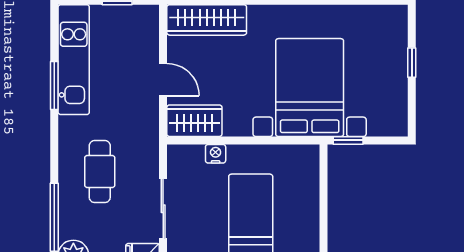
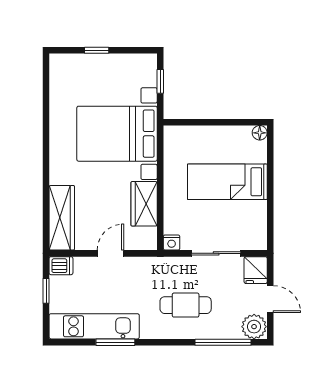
dishwasher: (148, 19) -> (61, 266), added
wardrobe: (194, 121) -> (144, 204), moved
window: (348, 140) -> (160, 81), moved
nightstand: (216, 154) -> (172, 242), moved, turned -90

